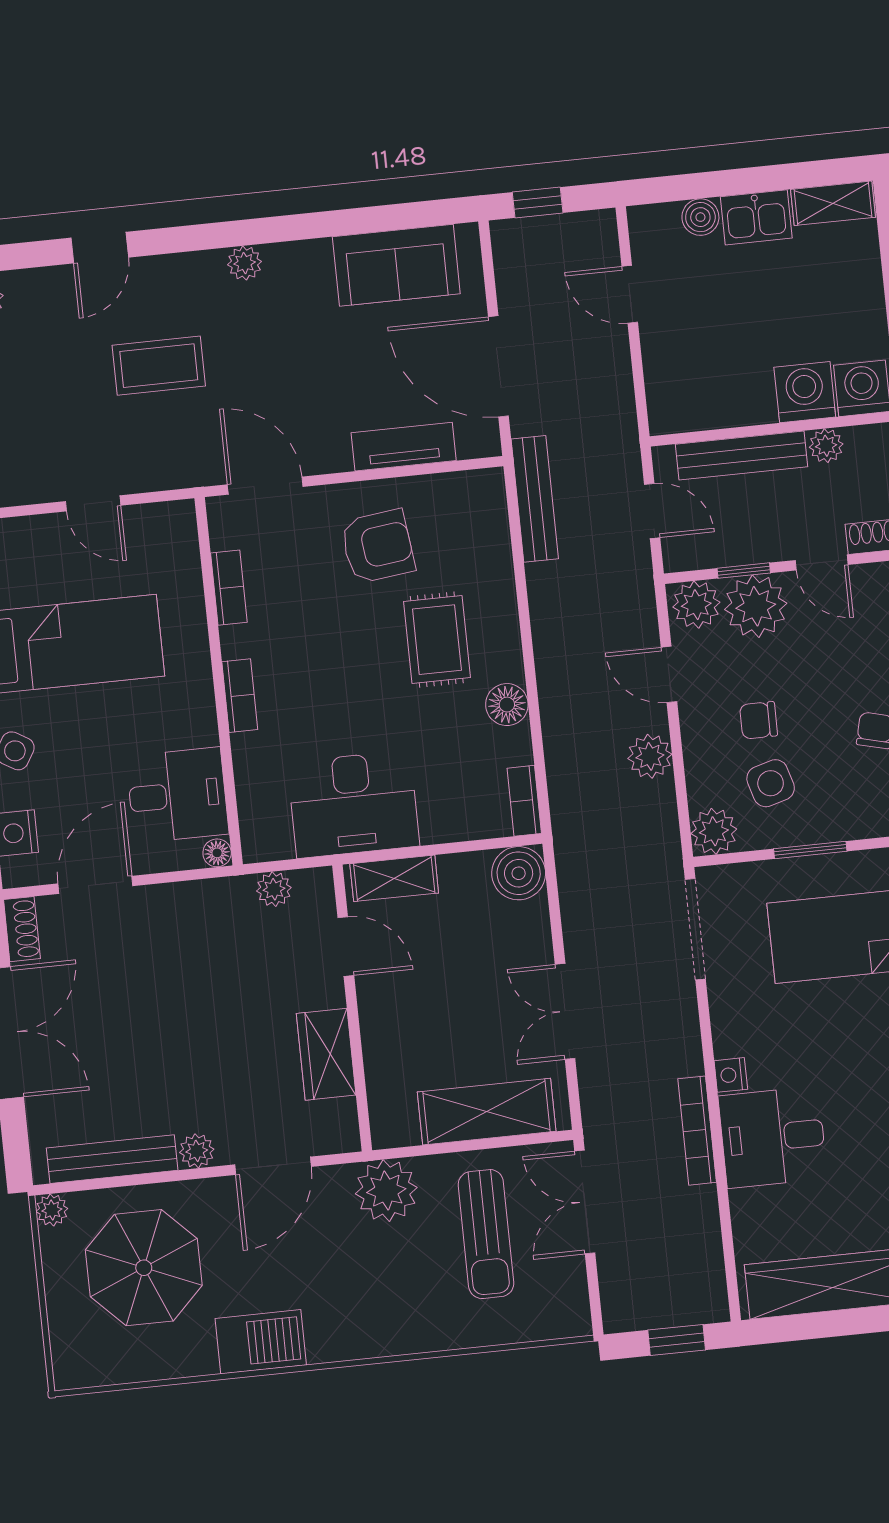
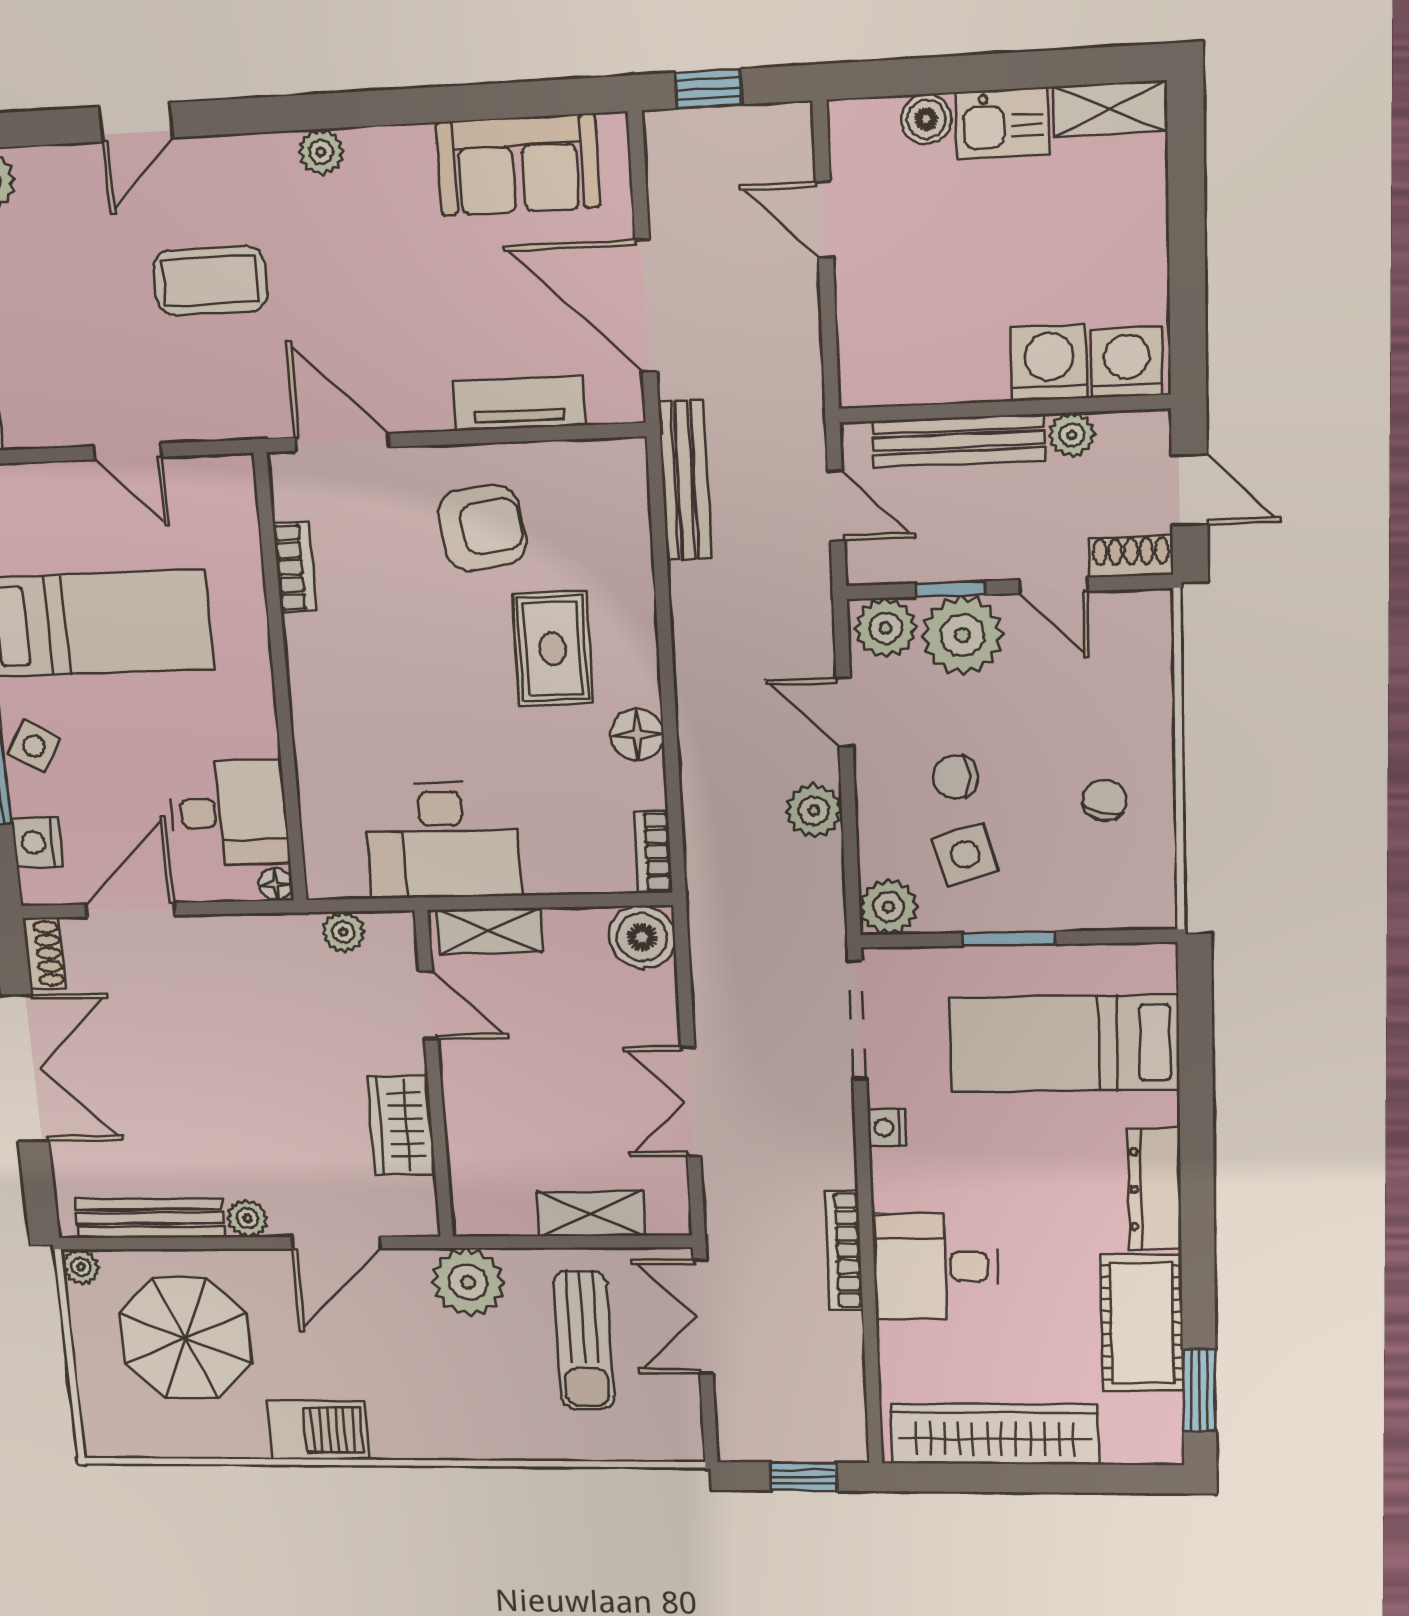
bookcase: (240, 696) -> (306, 700), removed
nightstand: (731, 1075) -> (887, 1128), moved
shelving: (487, 1112) -> (591, 1214), width x0.67, depth x0.75

